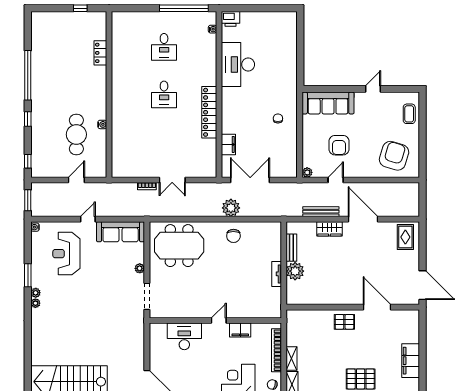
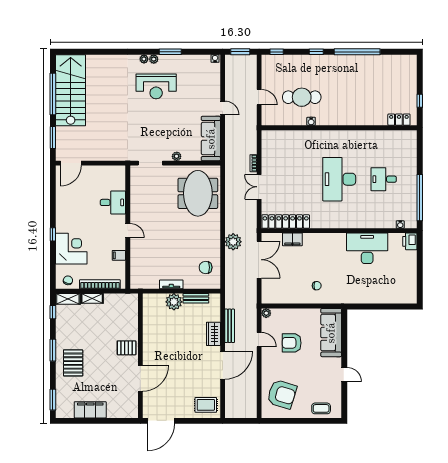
locker: (100, 53) -> (399, 120), moved
desk: (164, 94) -> (339, 179), width x1.87, depth x1.30
locker: (209, 112) -> (286, 221), moved
chair: (233, 236) -> (206, 267), moved
reception desk: (66, 254) -> (156, 86), moved, turned 180
pallet: (344, 322) -> (127, 348), turned 90
filing cabinet: (240, 330) -> (119, 255), width x0.50
desk: (184, 336) -> (113, 202), width x0.73

